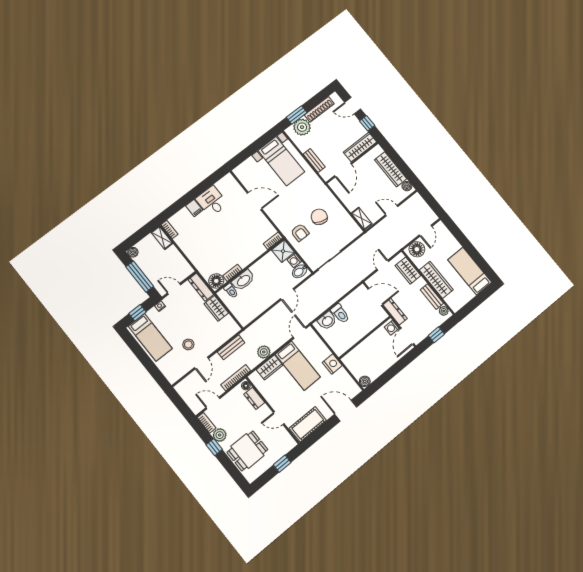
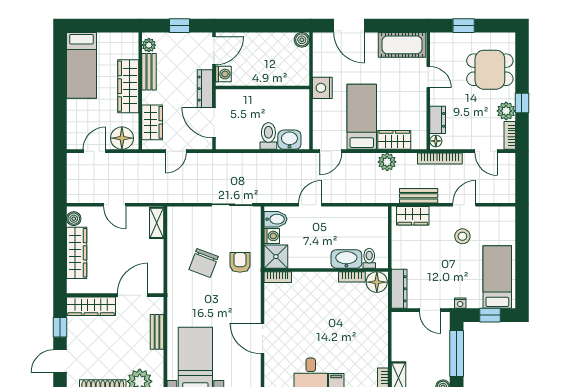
door: (353, 106) -> (60, 361), swing flipped
wardrobe: (216, 308) -> (413, 216), moved, turned 90

